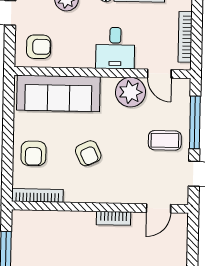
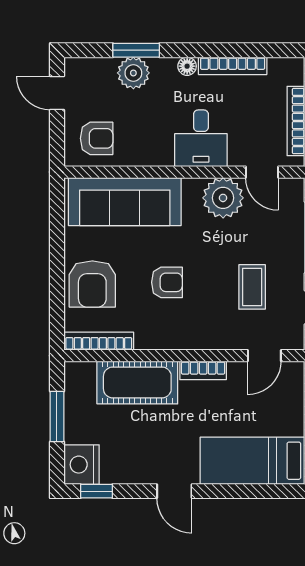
coffee table: (165, 140) -> (252, 287), moved, turned 90
armchair: (33, 153) -> (92, 284), width x1.38, depth x1.38
armchair: (88, 153) -> (167, 282), turned -65
cot: (65, 226) -> (137, 382), added

